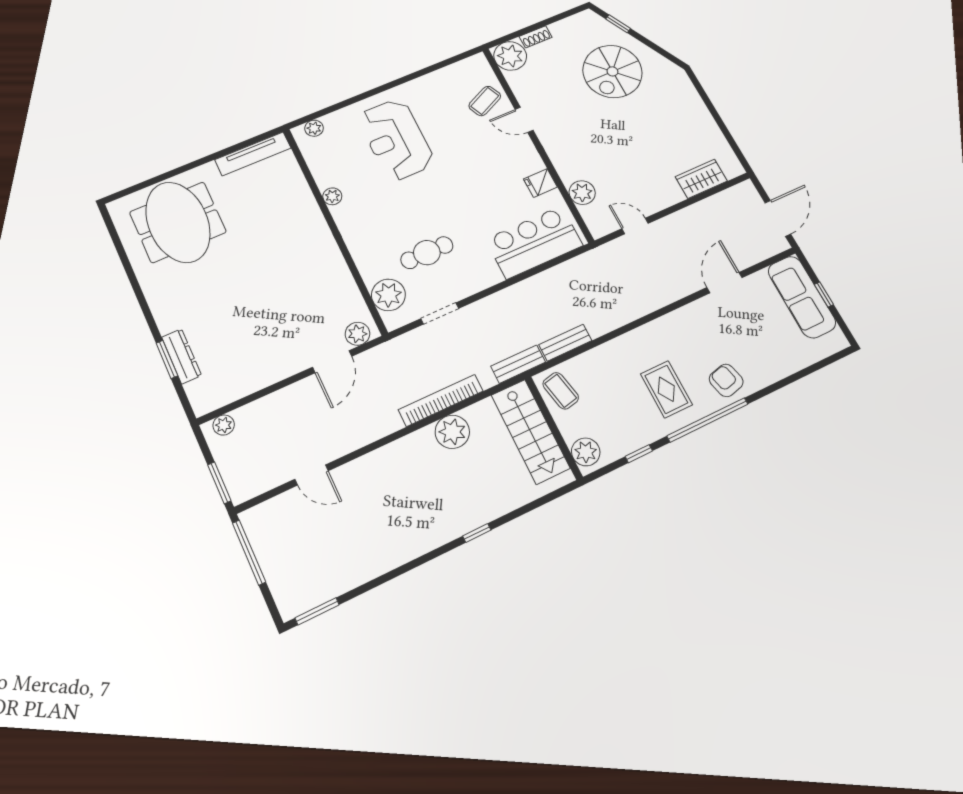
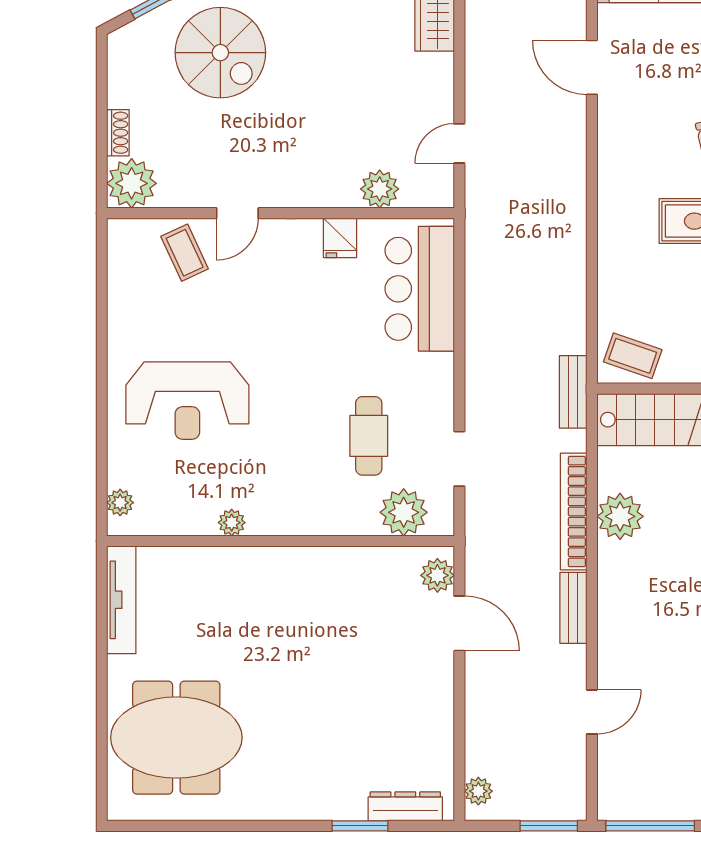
bench: (565, 343) -> (573, 608), moved
dresser: (181, 356) -> (405, 806), moved
coffee table: (561, 391) -> (633, 356), turned 31

